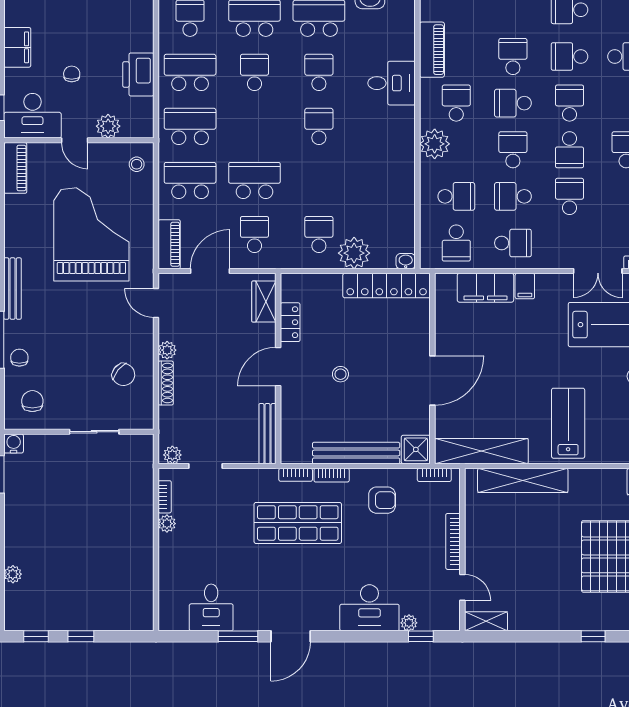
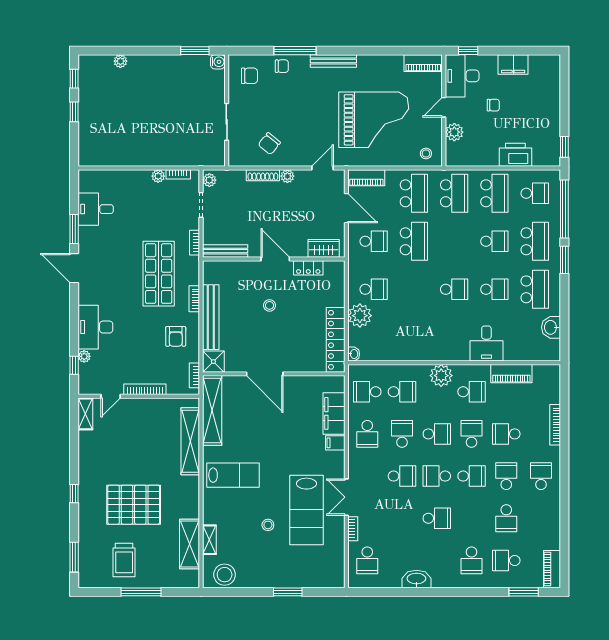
school desk: (513, 56) -> (506, 434), turned 180
printer: (138, 74) -> (515, 155), moved
school desk: (456, 196) -> (402, 392), turned -90
bookcase: (296, 475) -> (195, 243), moved

